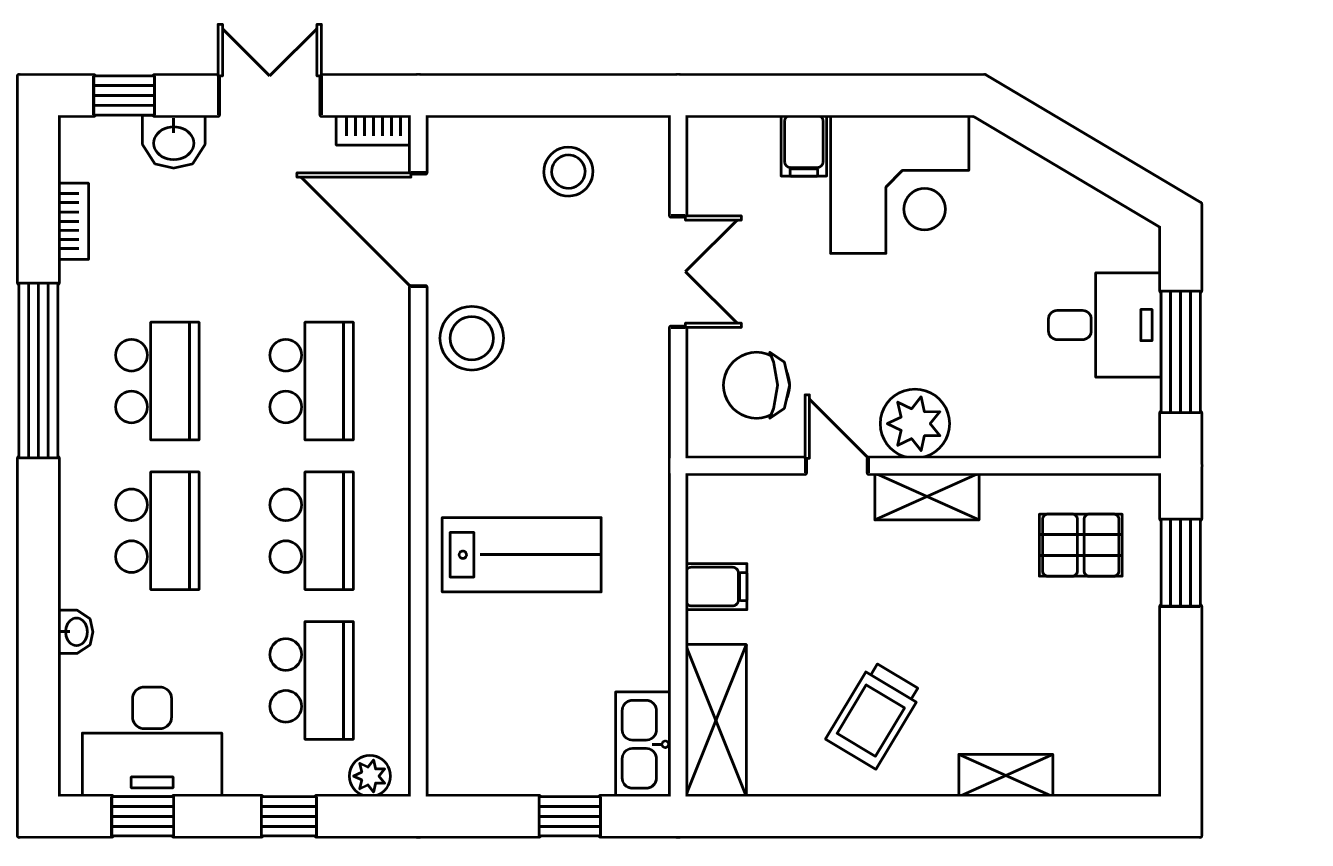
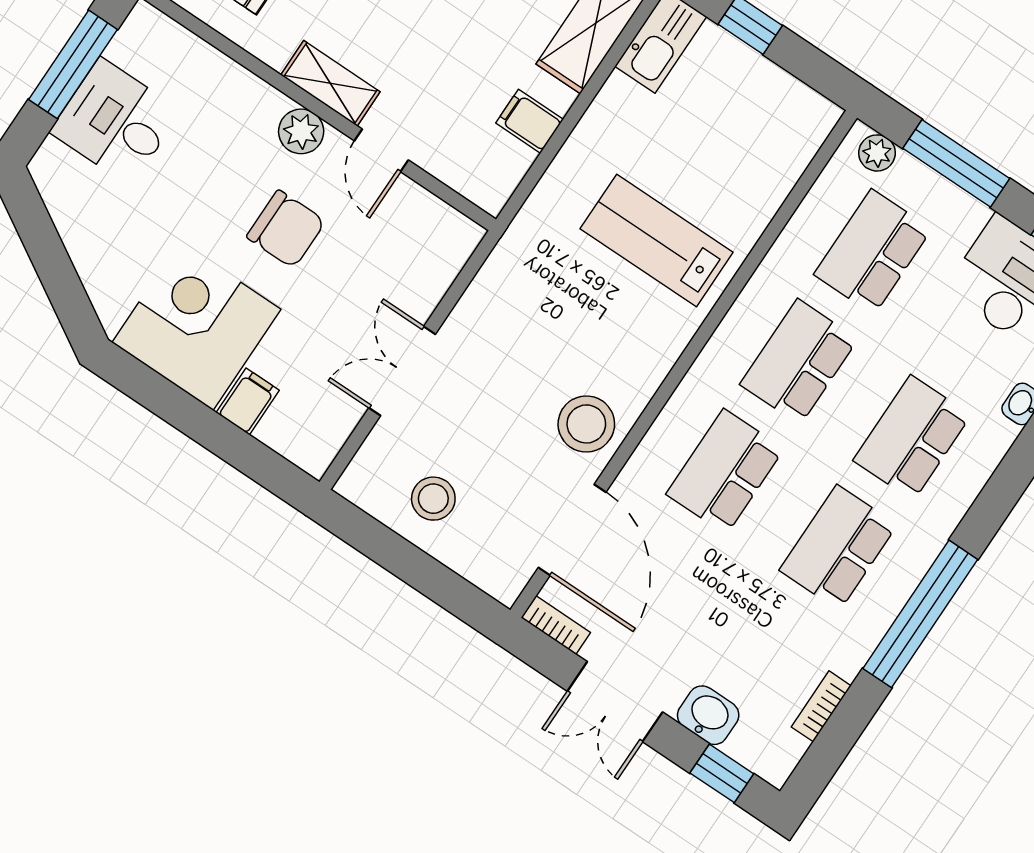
chair: (757, 385) -> (286, 229), moved
plant: (915, 424) -> (301, 131), width x0.73, depth x0.73
window: (289, 816) -> (956, 163), width x2.17

